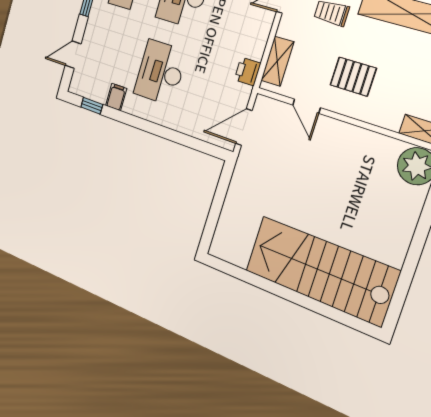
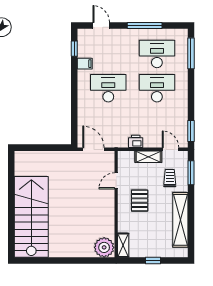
shelving: (277, 61) -> (148, 157), moved
printer: (248, 71) -> (136, 141), moved

